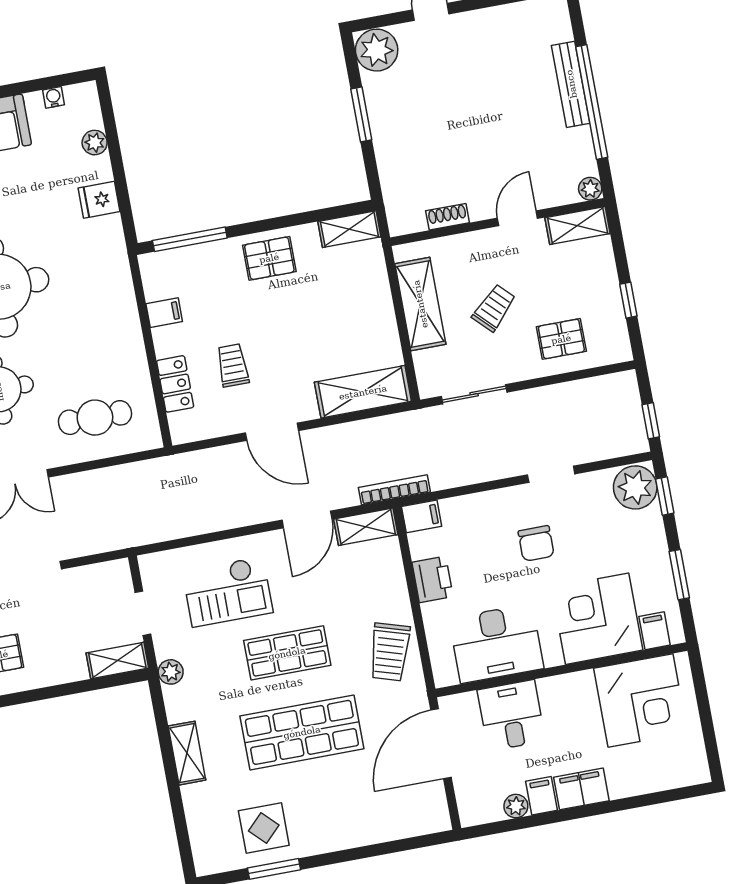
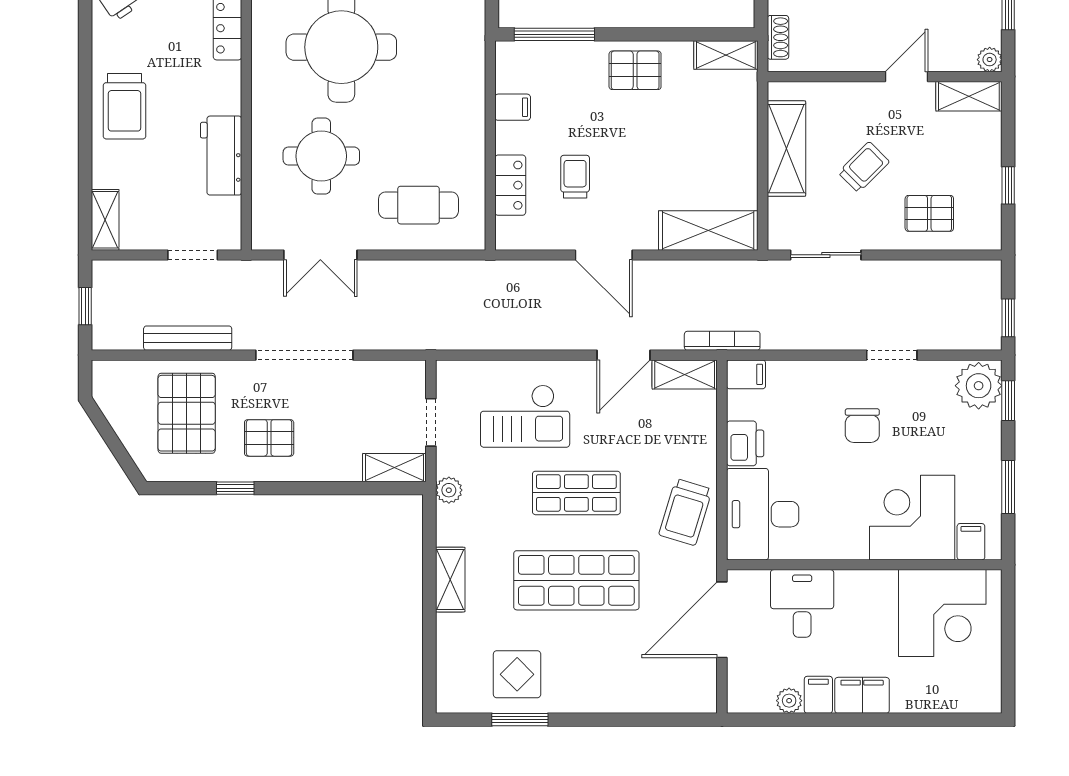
shoe rack: (448, 217) -> (778, 37), moved, turned 90
desk: (496, 643) -> (763, 514), moved, turned 90

